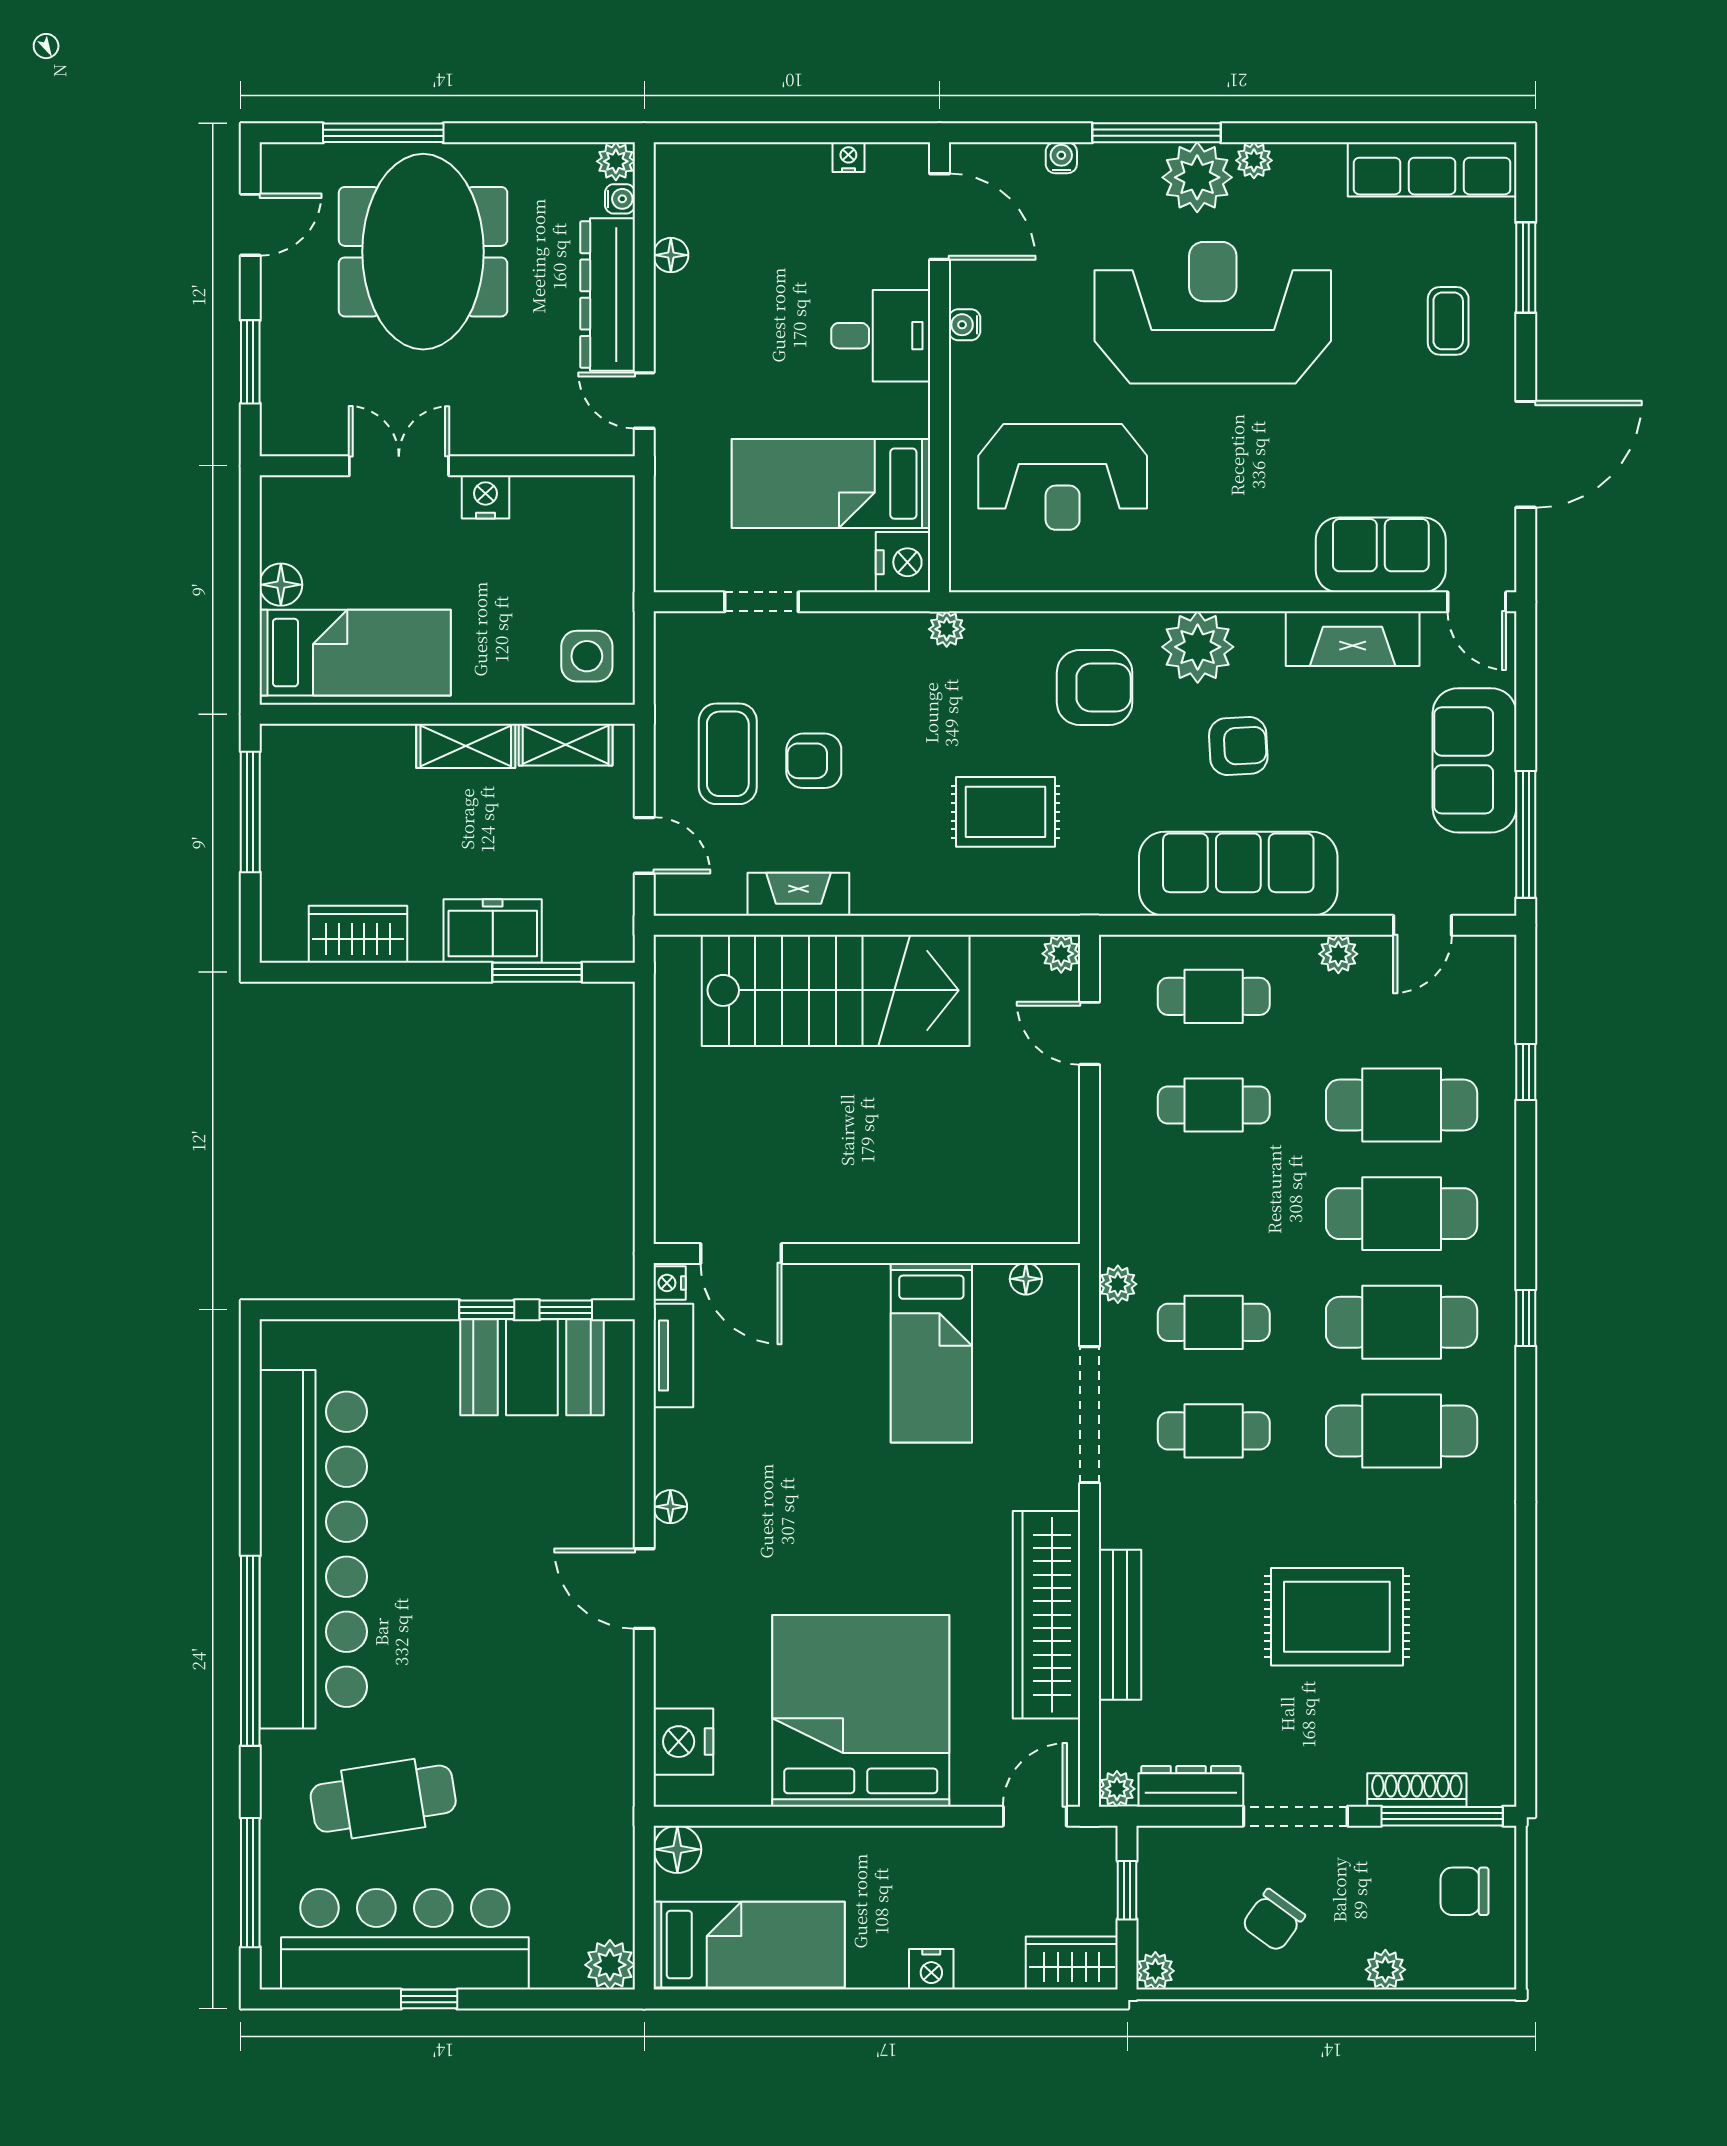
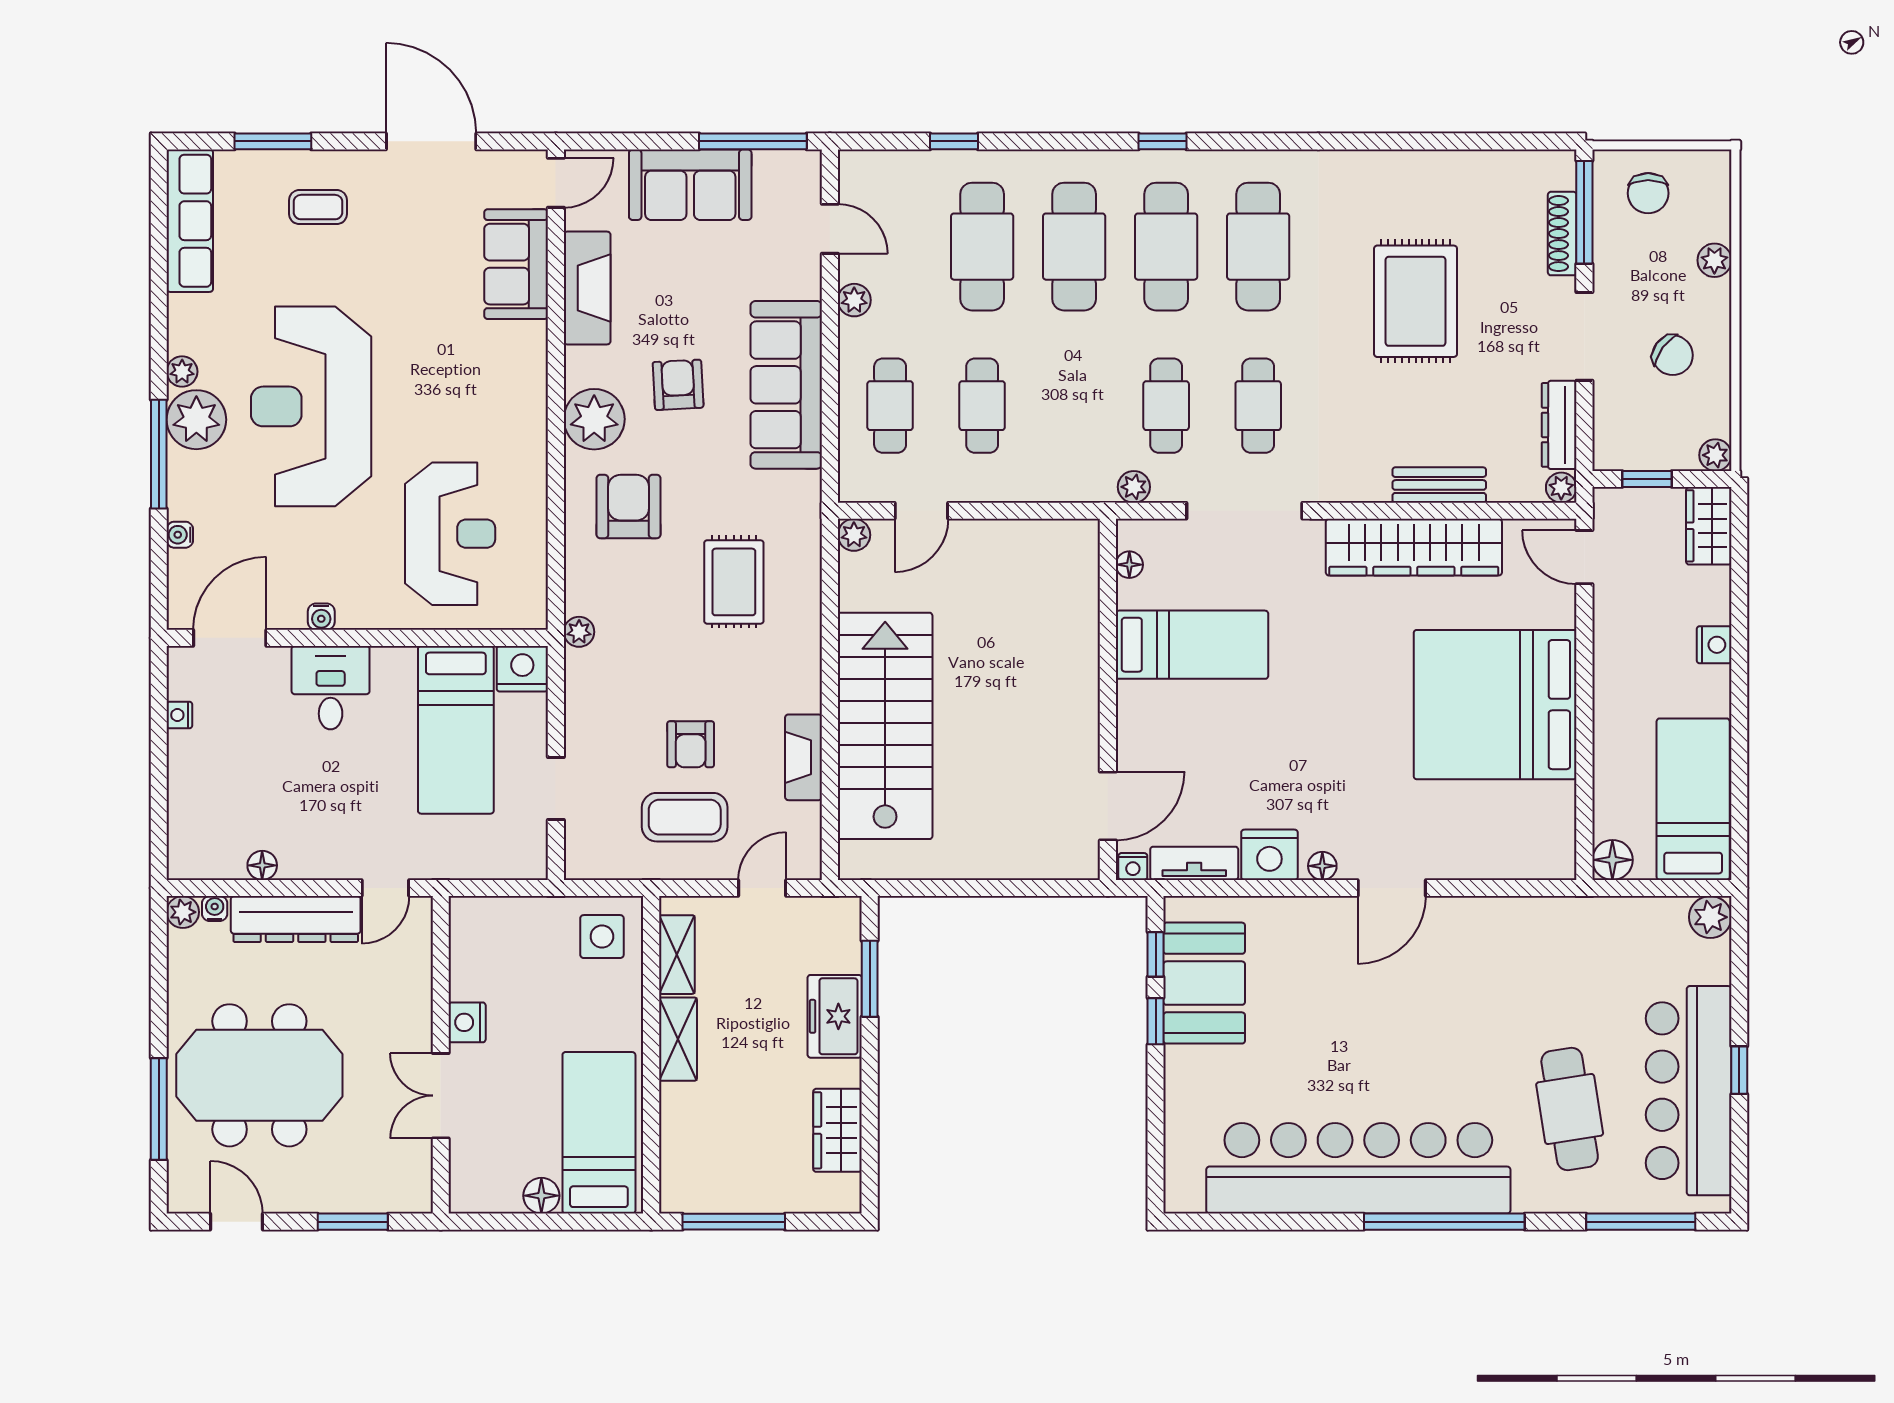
bench: (1120, 1625) -> (1439, 485), width x0.73
nightstand: (683, 1742) -> (1269, 855), moved

